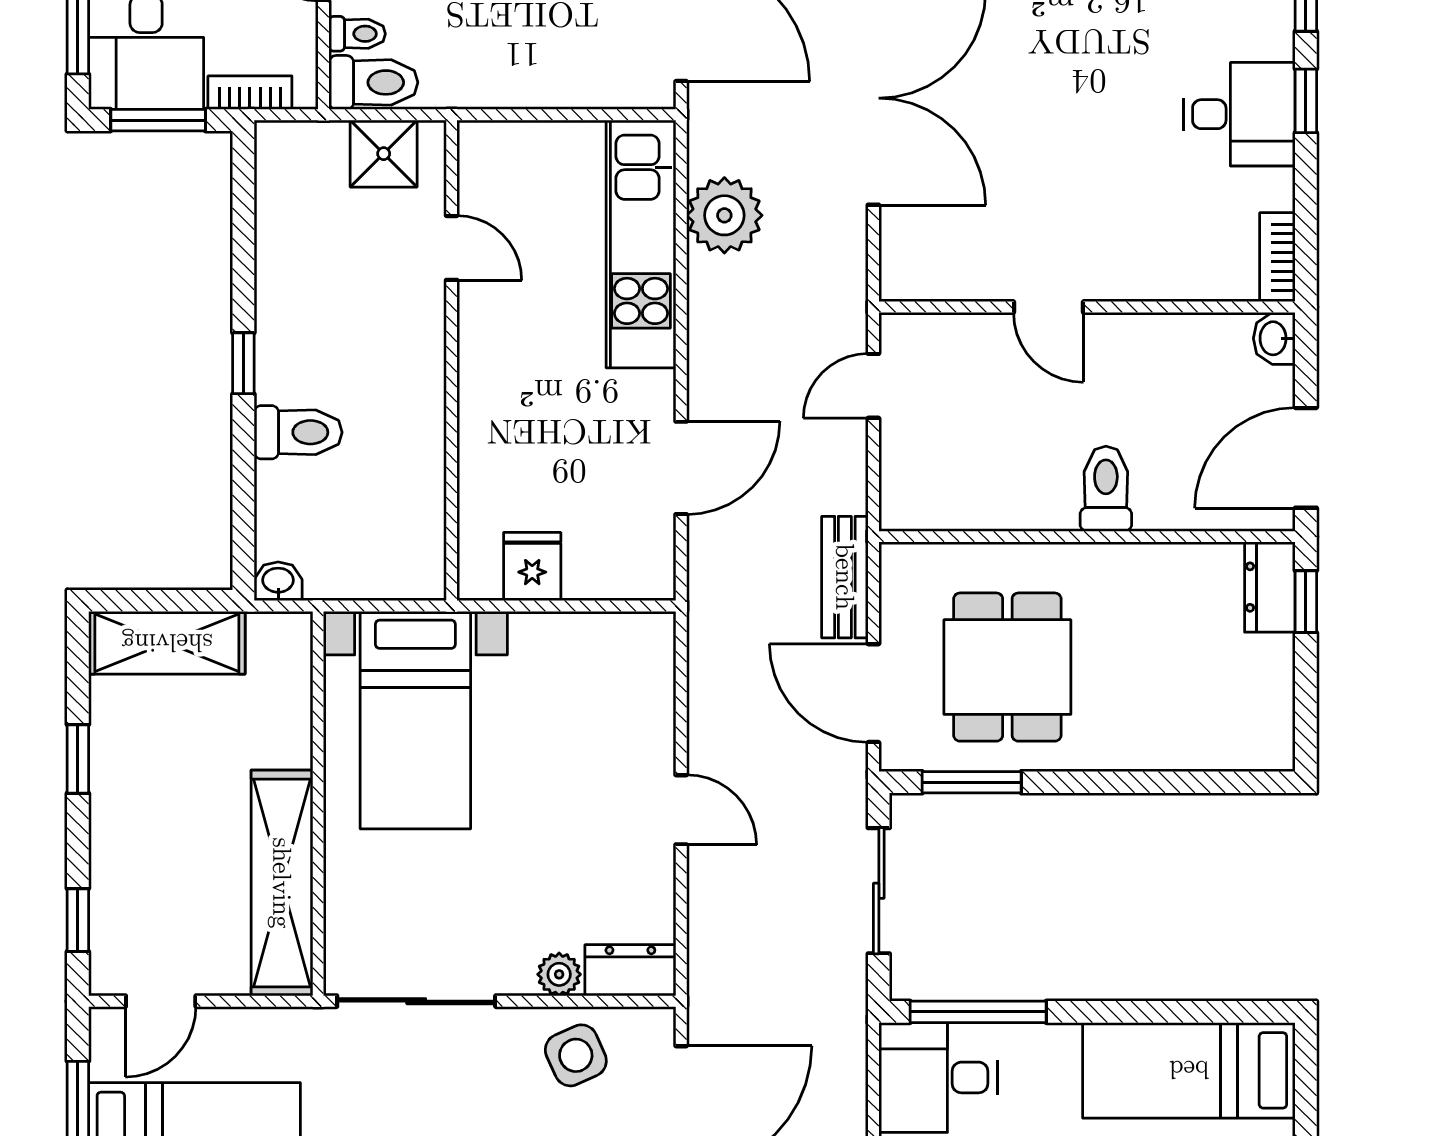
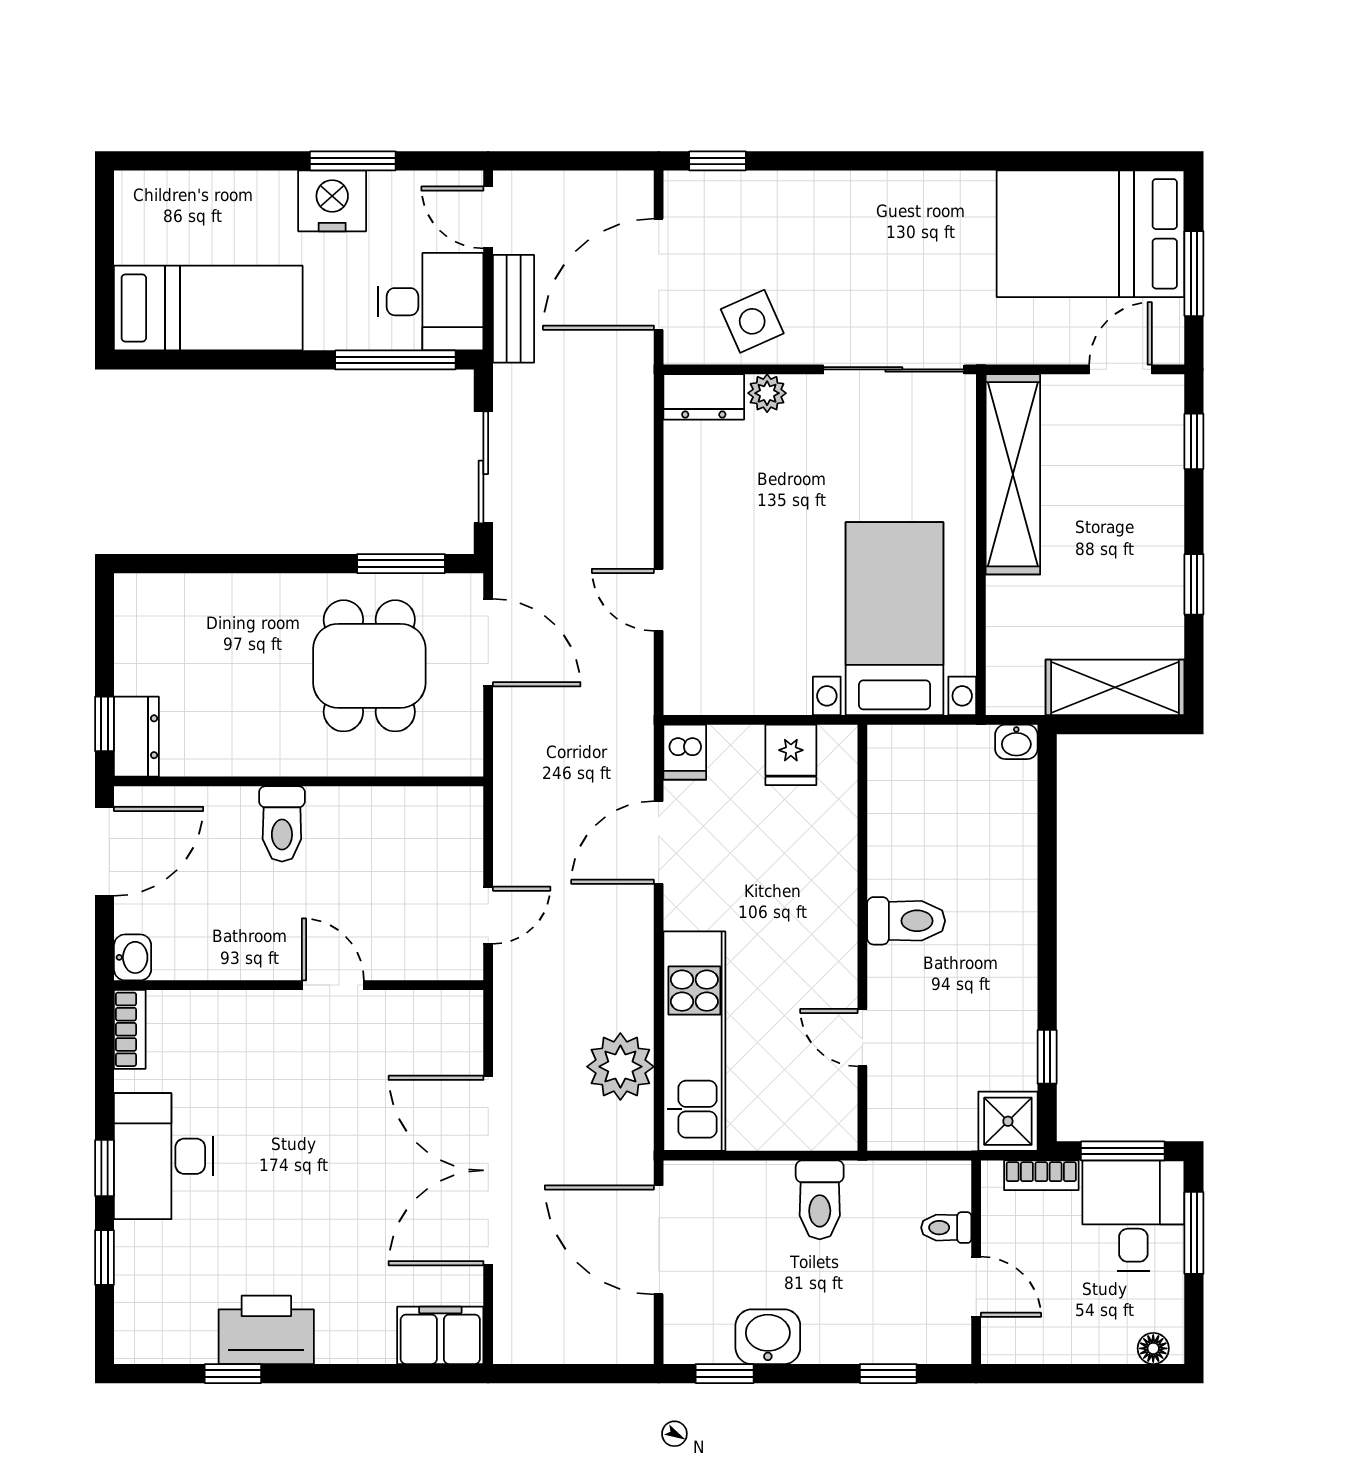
toilet: (373, 82) -> (820, 1200), moved, turned -90
desk: (1239, 114) -> (164, 1156), width x1.37
shower: (384, 154) -> (1008, 1121), moved
window: (243, 363) -> (1047, 1057), moved
toilet: (298, 432) -> (906, 921), moved, turned 180
dishwasher: (652, 570) -> (685, 752), added
bench: (845, 577) -> (514, 309), moved
door: (681, 810) -> (659, 600), moved

